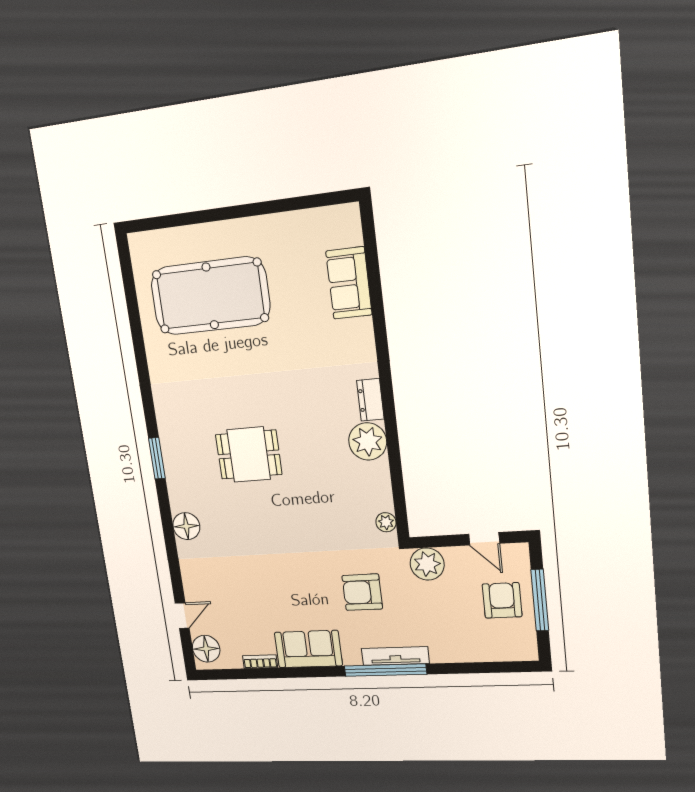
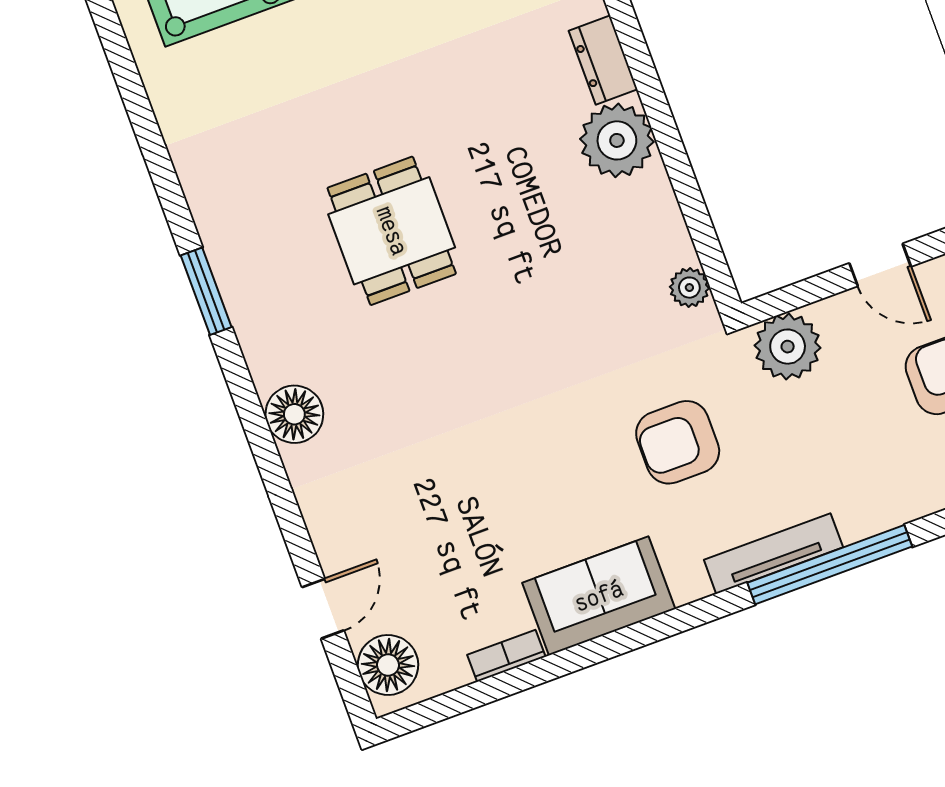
dining table: (249, 455) -> (392, 231), turned 90
window: (385, 670) -> (830, 565), moved

